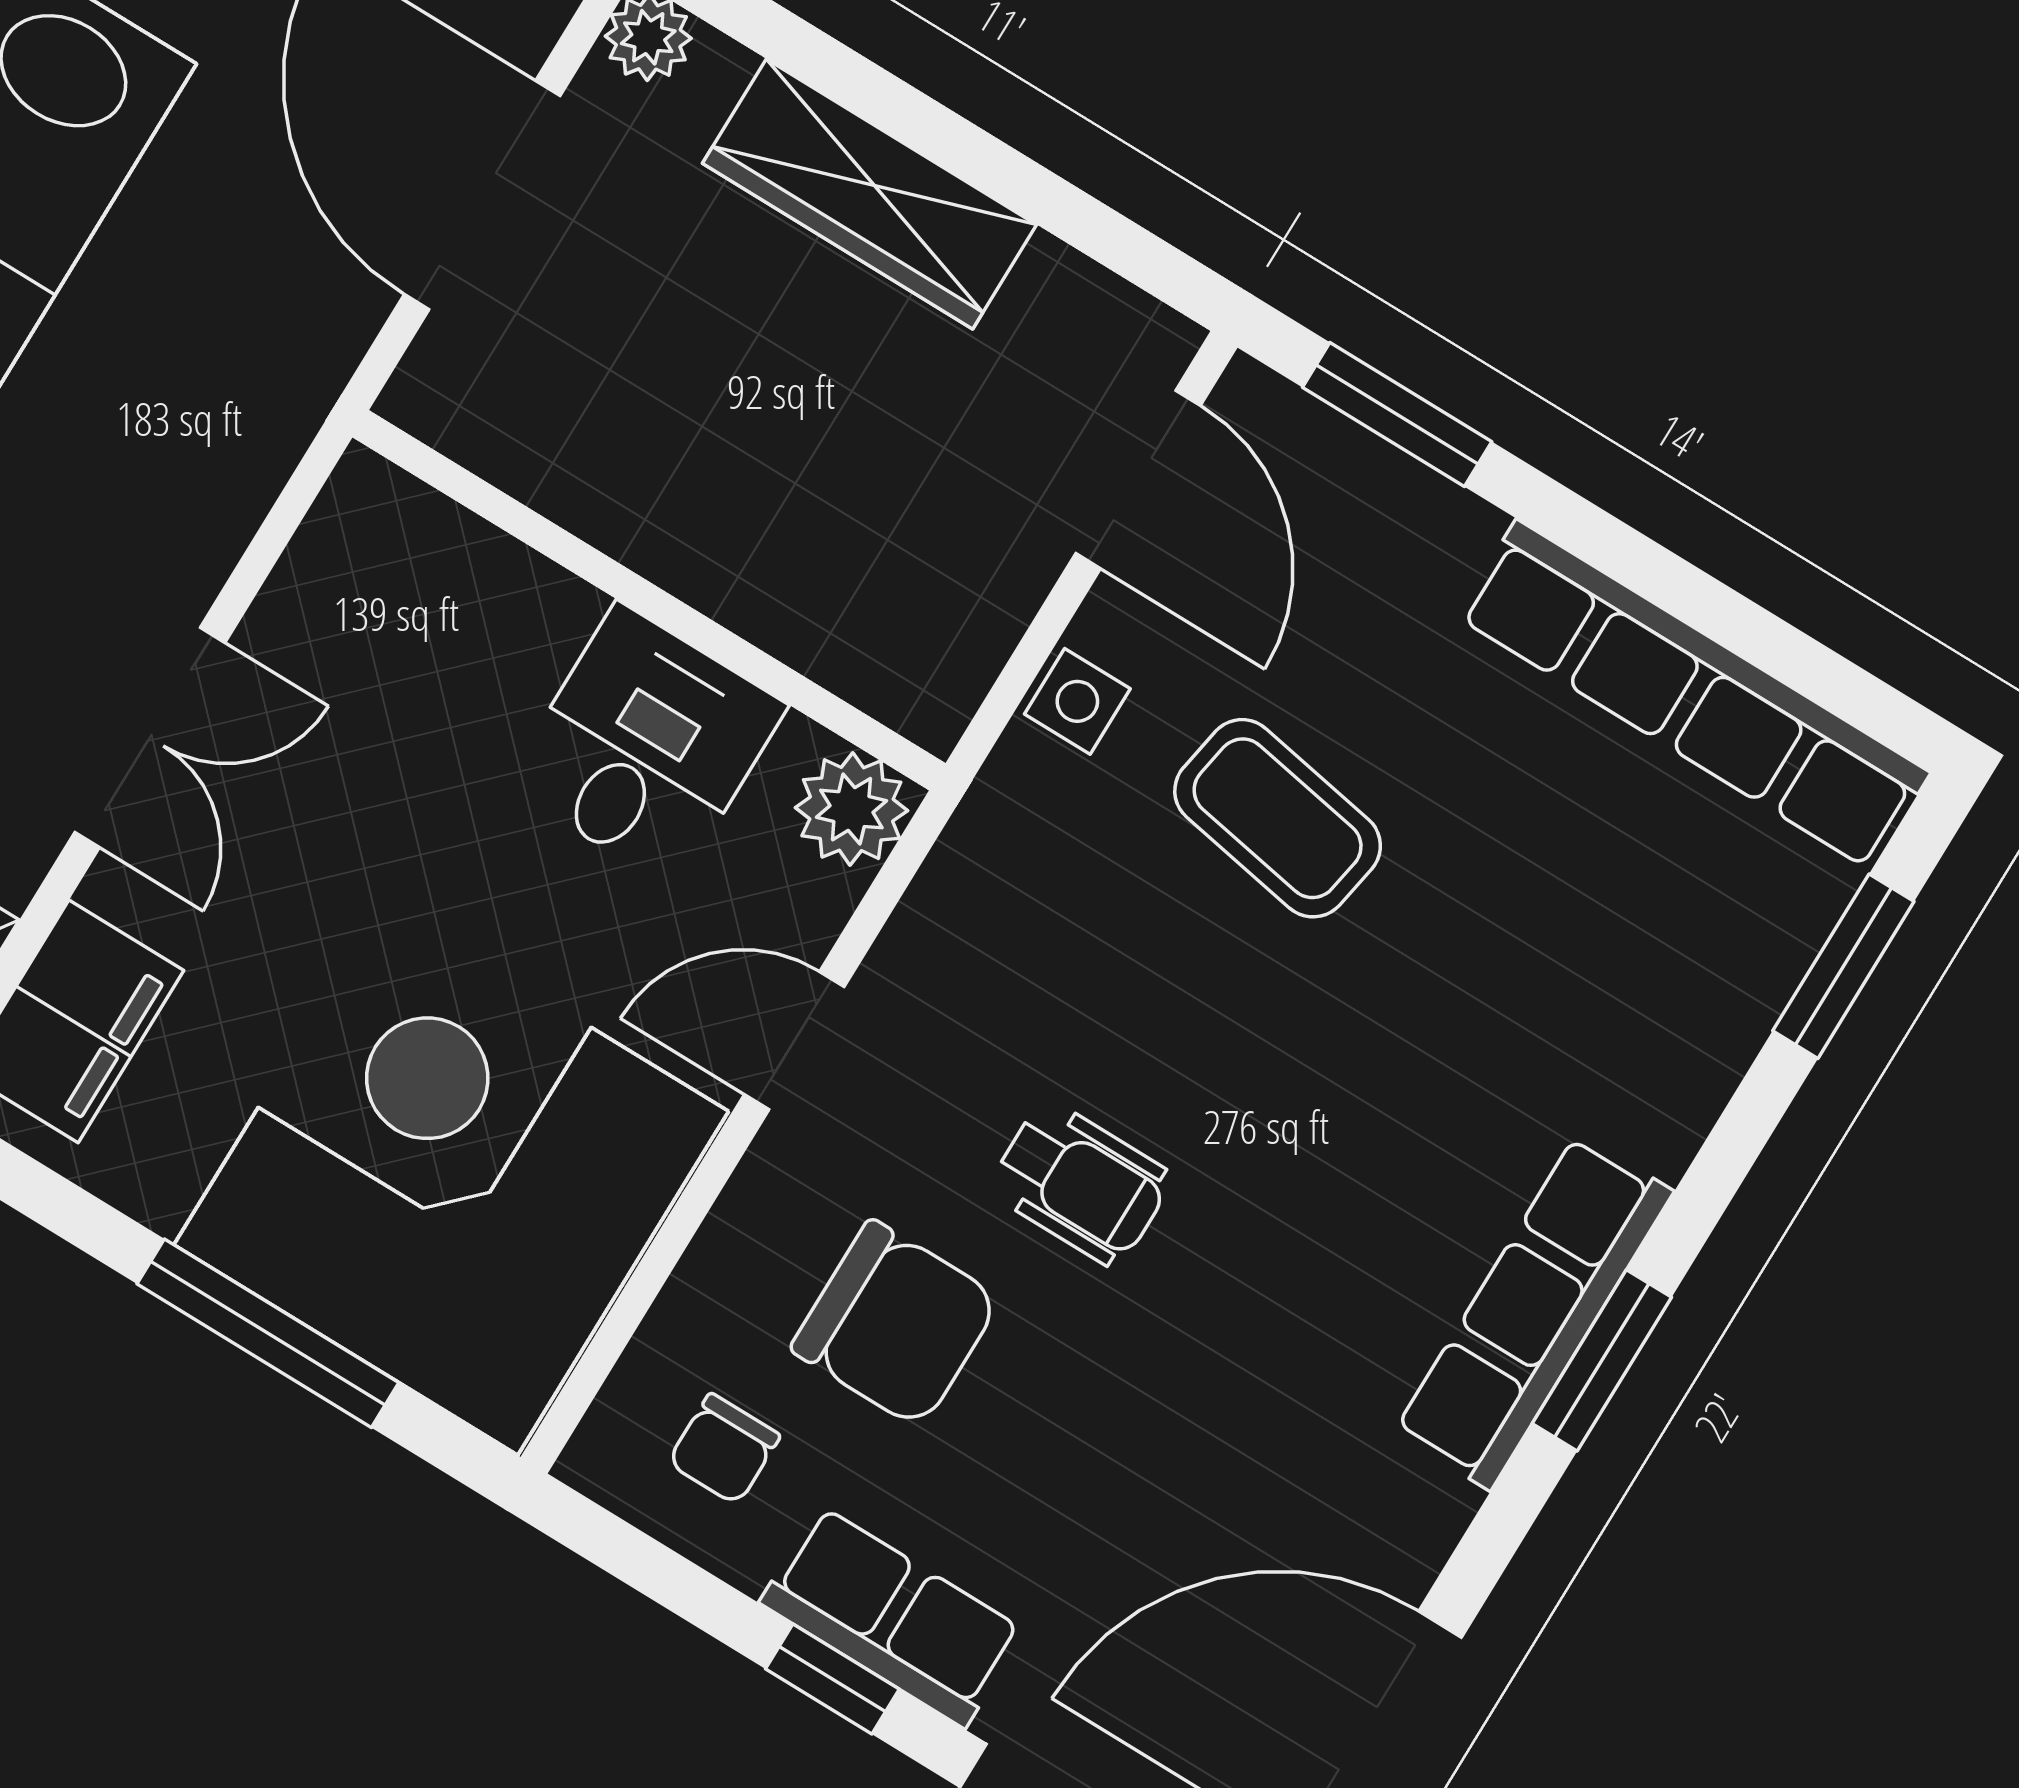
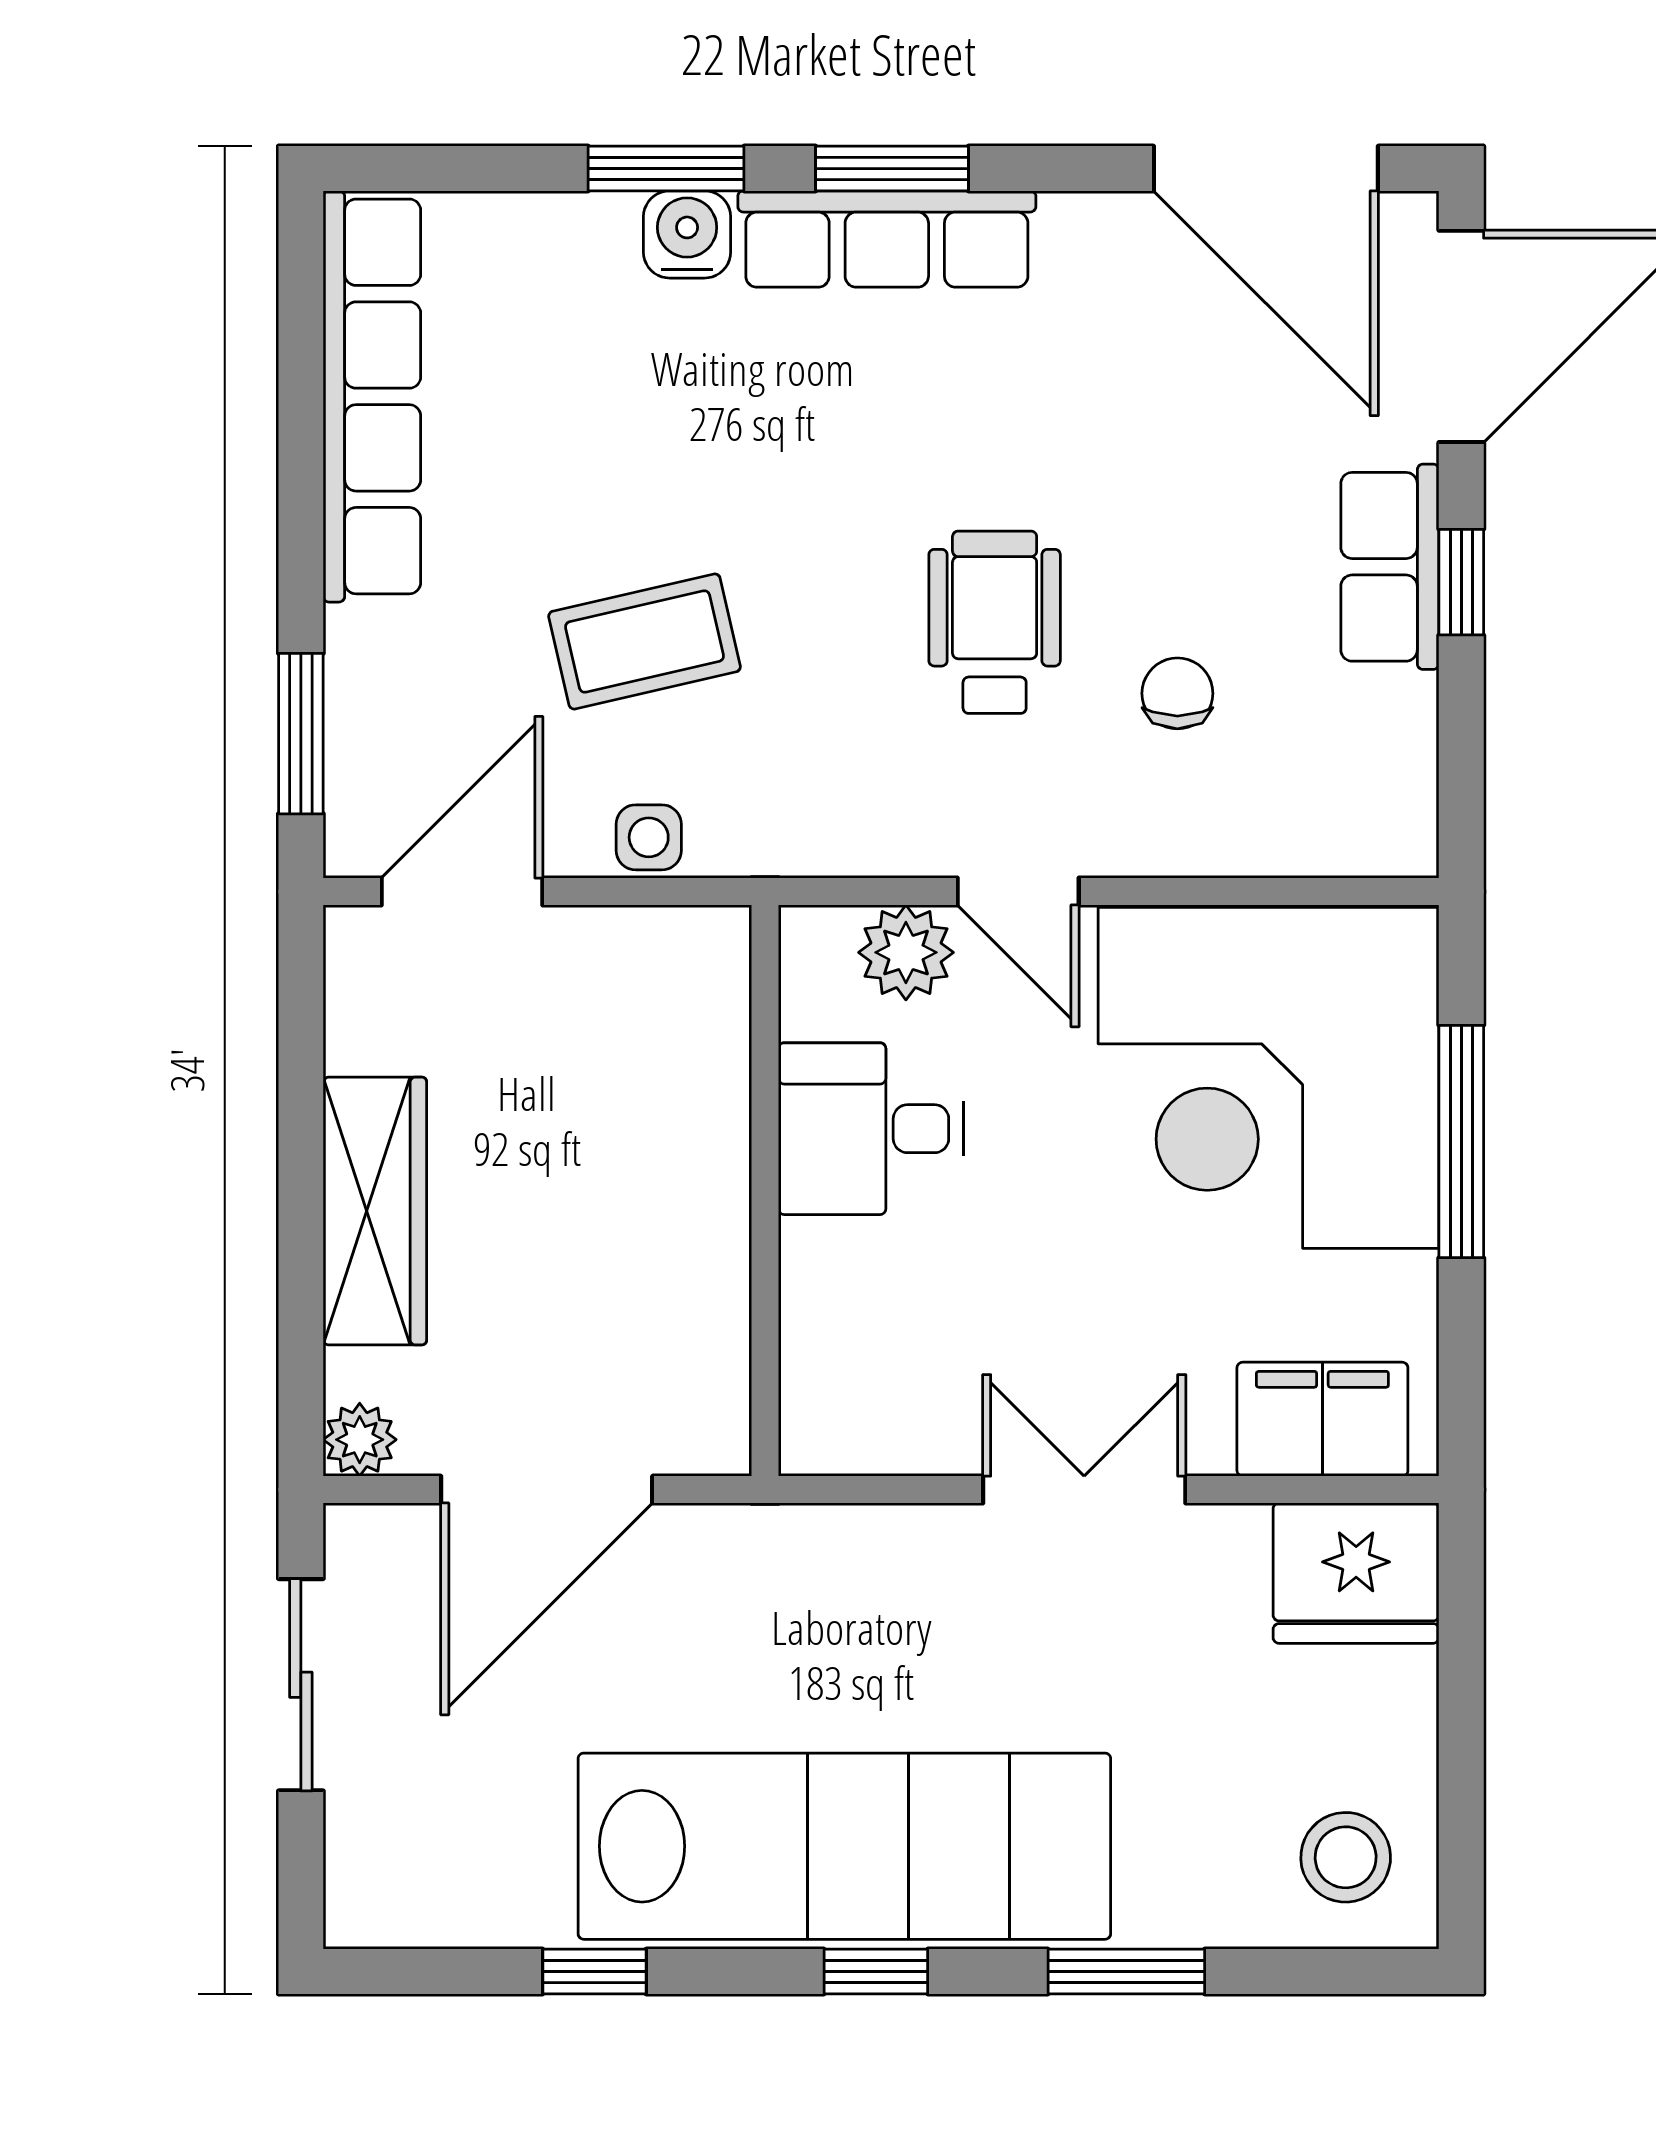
plant: (851, 809) -> (906, 952), moved
coffee table: (1278, 818) -> (645, 641), turned 67
window: (1843, 966) -> (666, 169), moved
water cooler: (1662, 1113) -> (687, 234), added
wheelchair: (1080, 1183) -> (995, 622), width x1.36, depth x1.37
chair: (896, 1324) -> (1177, 693), width x0.54, depth x0.54
chair: (724, 1449) -> (1344, 762), removed

